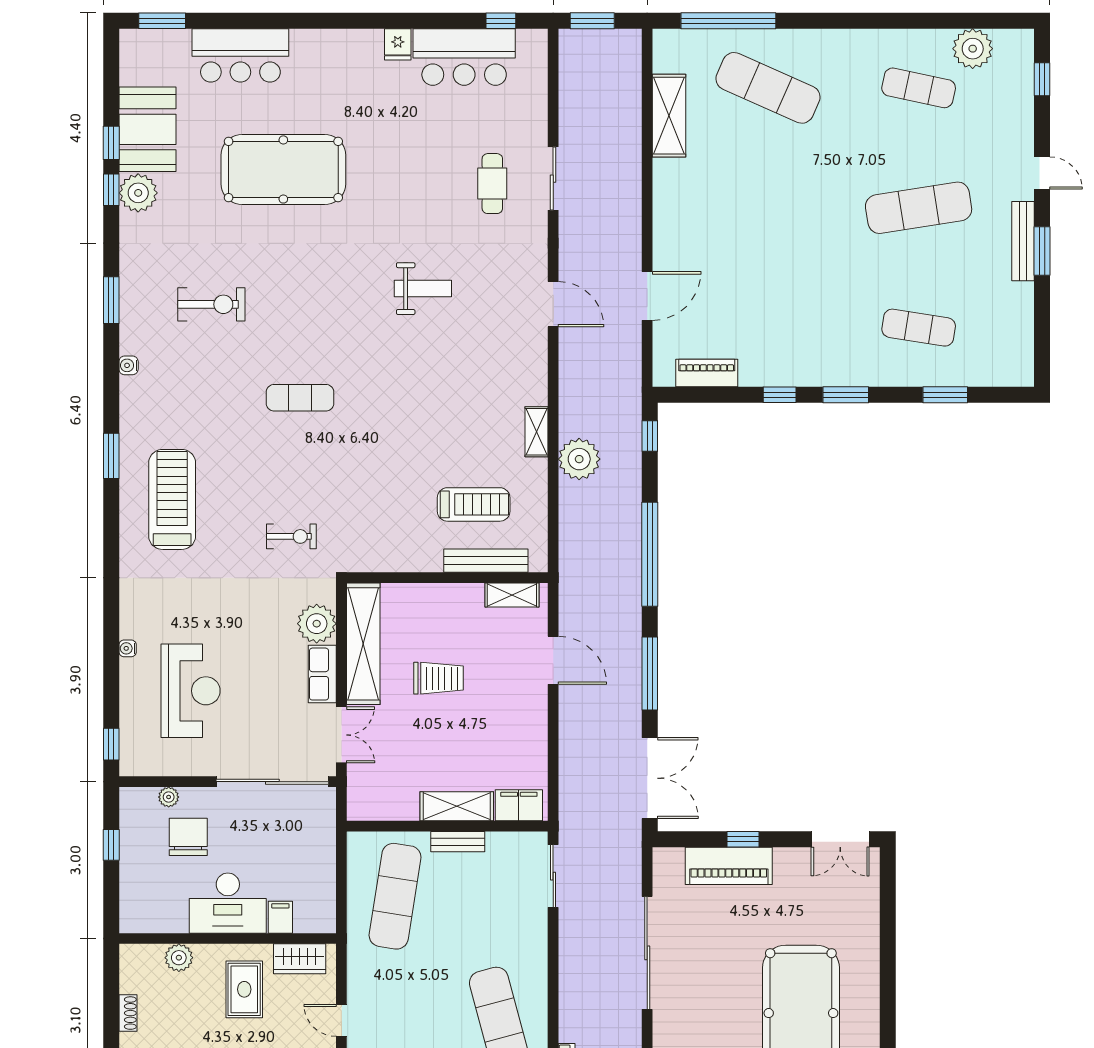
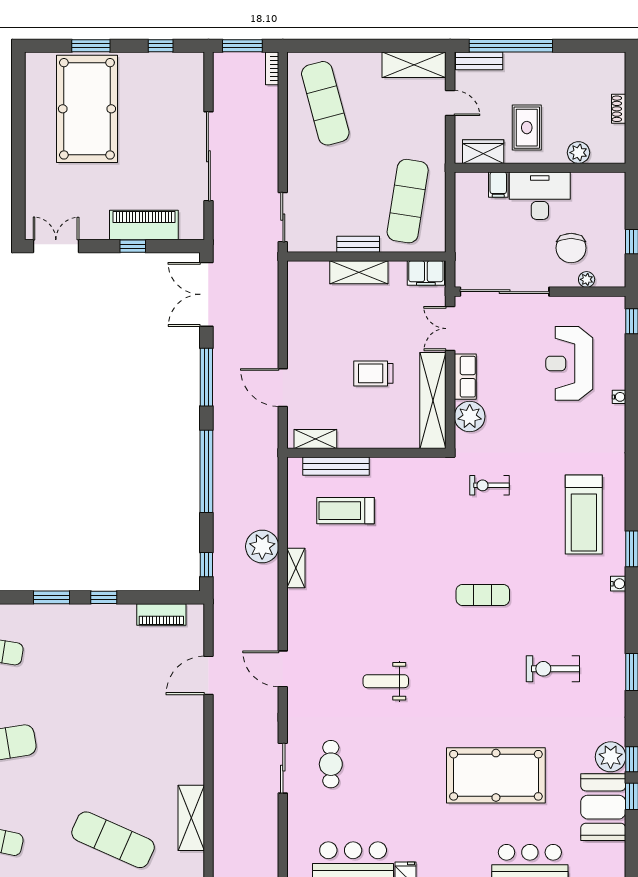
water cooler: (129, 365) -> (618, 584), moved
filing cabinet: (519, 805) -> (426, 273), moved

